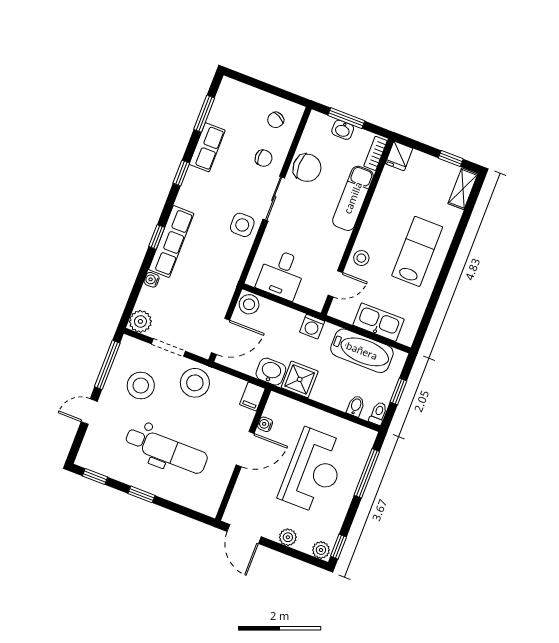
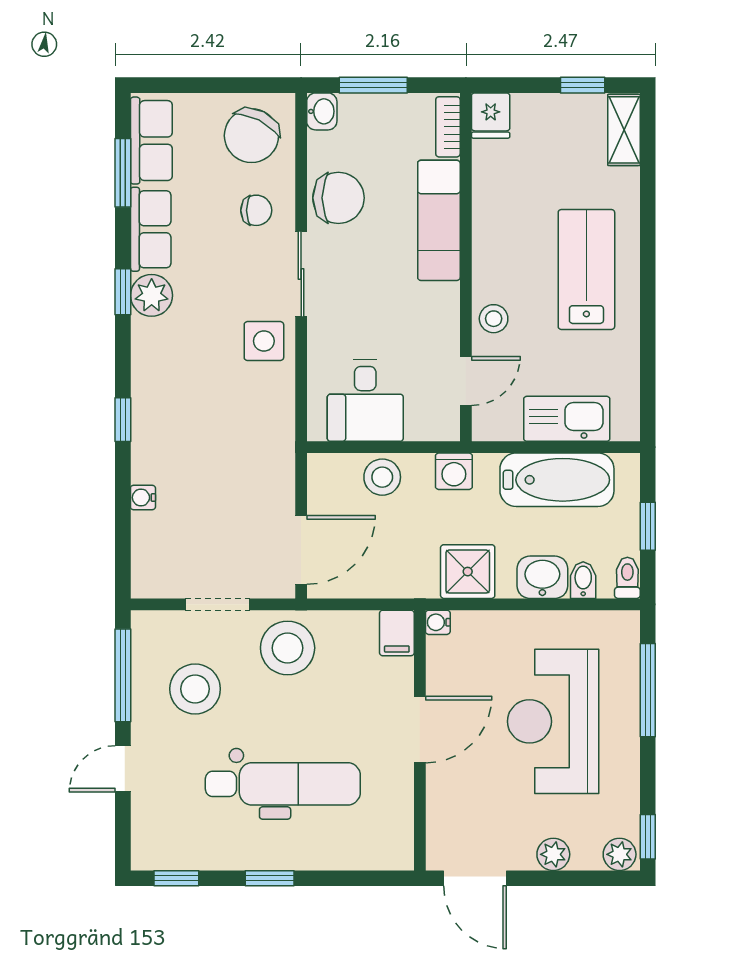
chair: (276, 120) -> (251, 136), width x1.87, depth x1.87
washbasin: (343, 130) -> (322, 111), moved, turned -90
row of seats: (171, 242) -> (151, 141), moved, width x0.68
stool: (249, 304) -> (382, 477), moved
plant: (140, 321) -> (152, 295), moved
washbasin: (271, 372) -> (542, 577), moved
water cooler: (265, 424) -> (438, 622), moved
reception desk: (313, 471) -> (553, 721), turned 180

